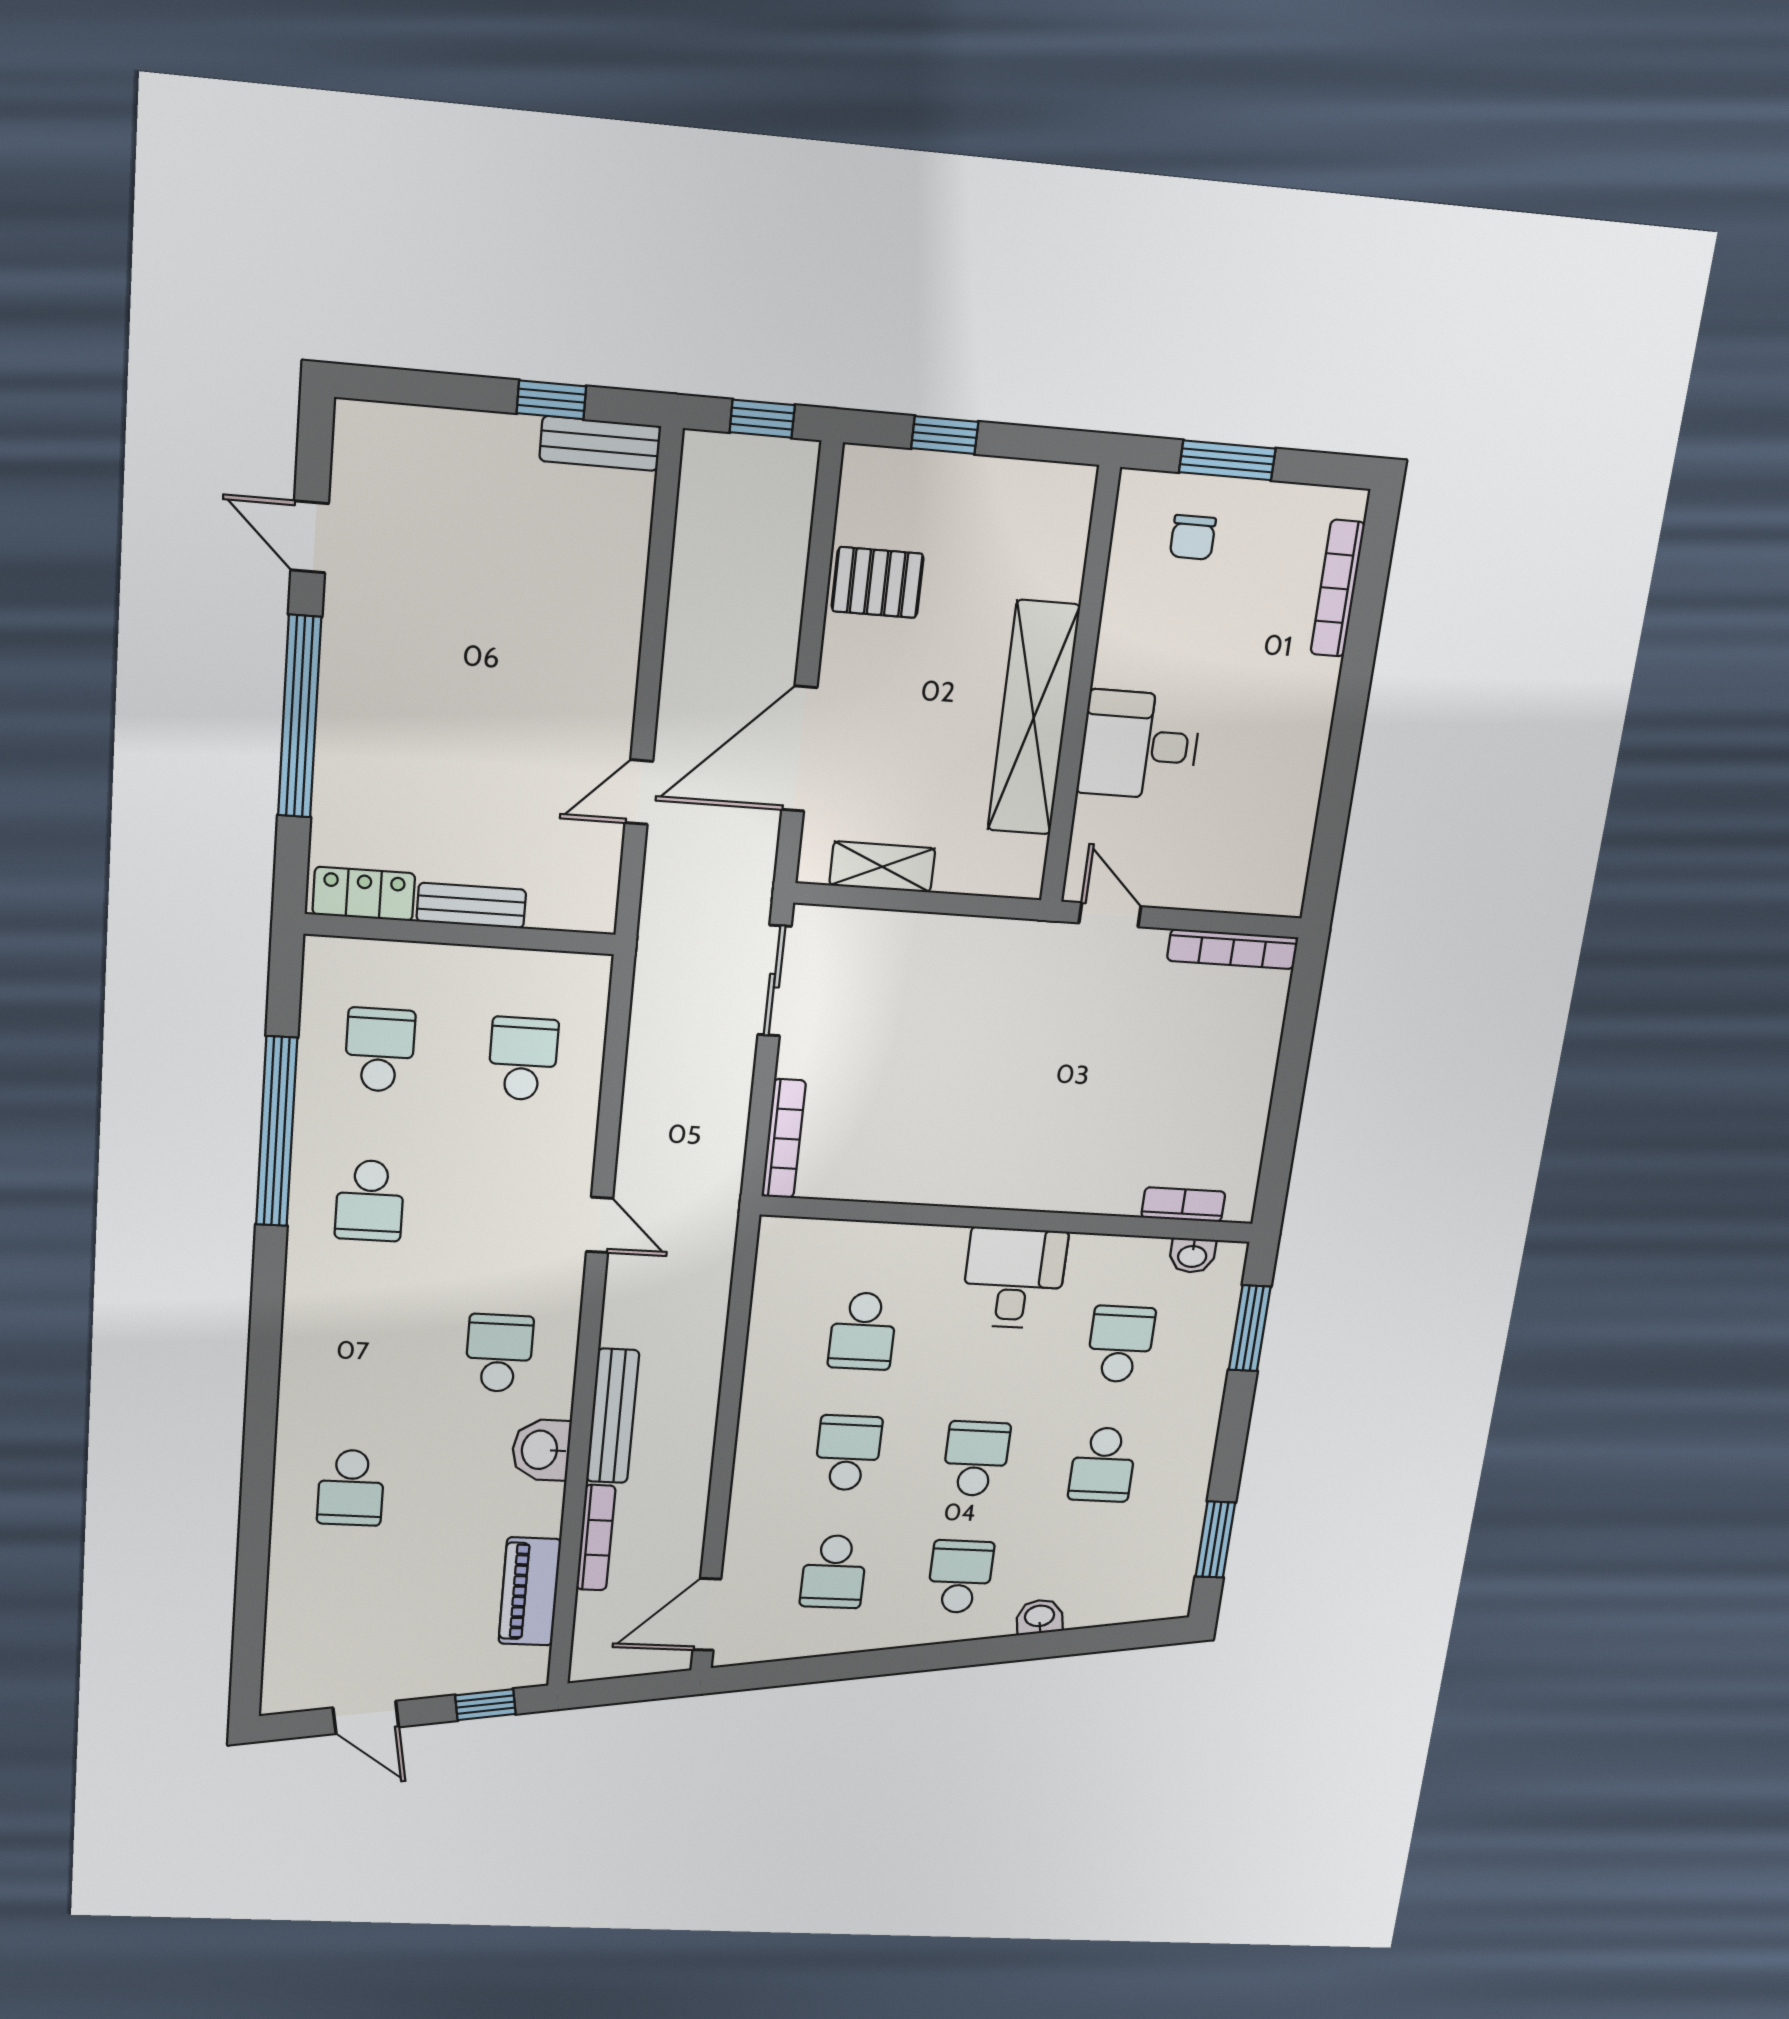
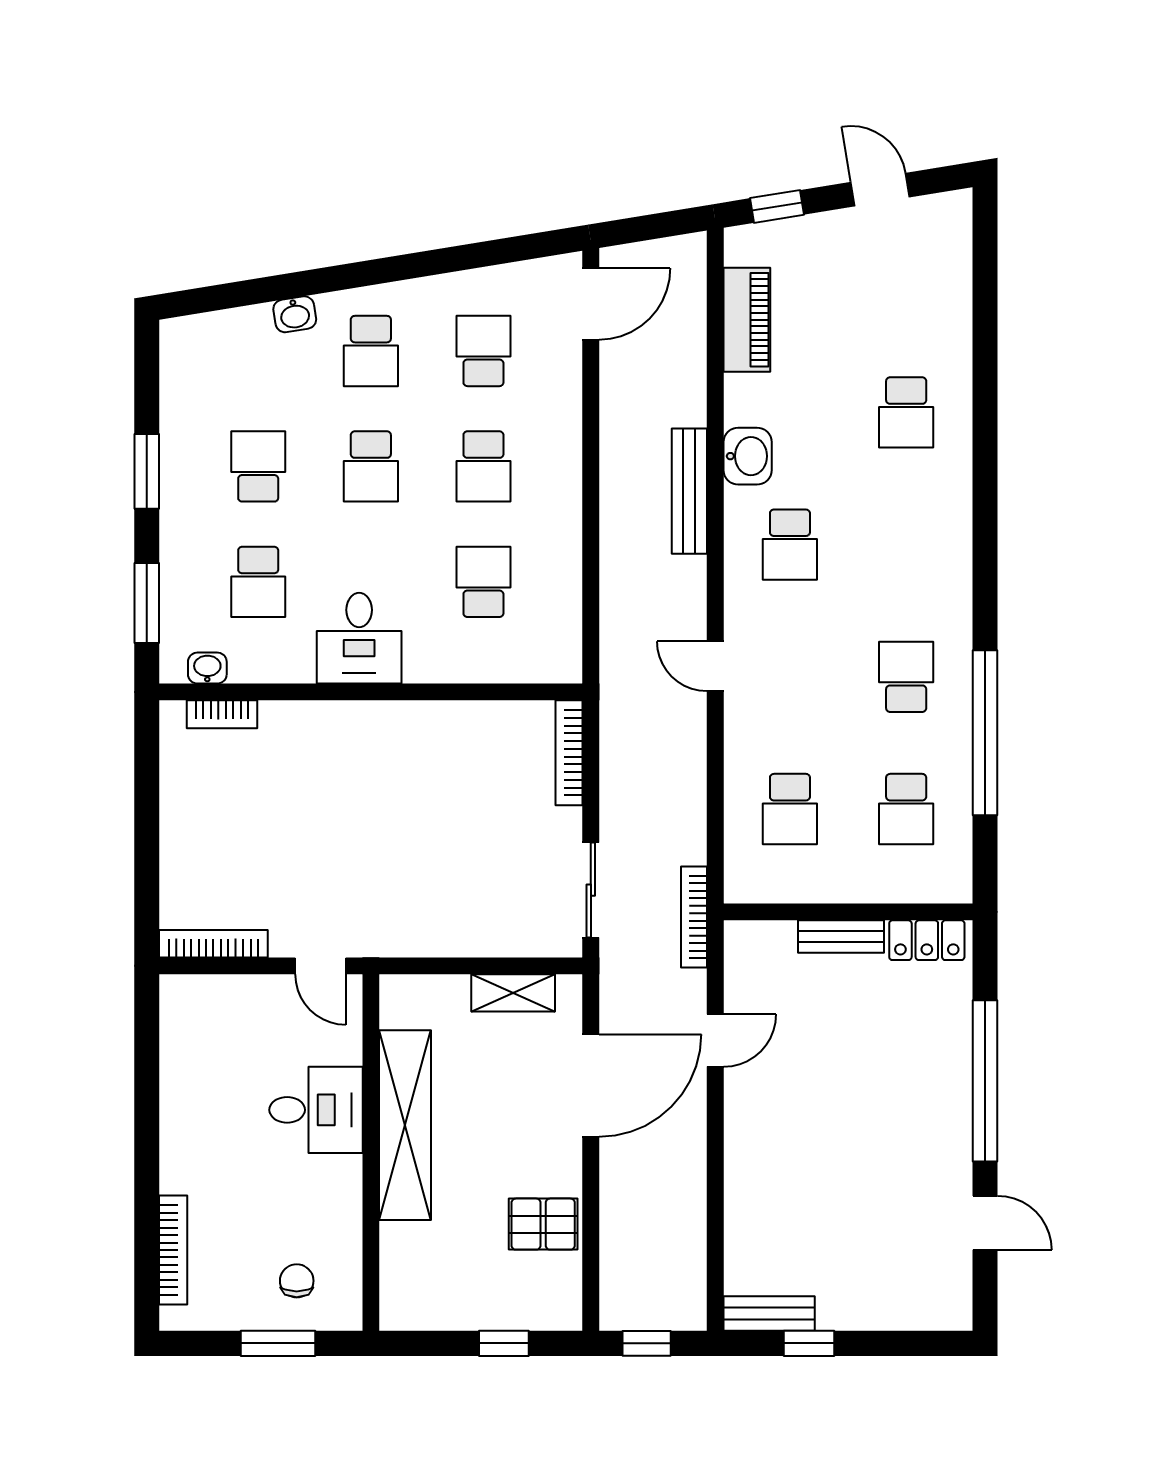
school desk: (351, 1488) -> (906, 412), turned 180
bookcase: (596, 1538) -> (694, 917), moved
window: (1215, 1540) -> (147, 471), moved

